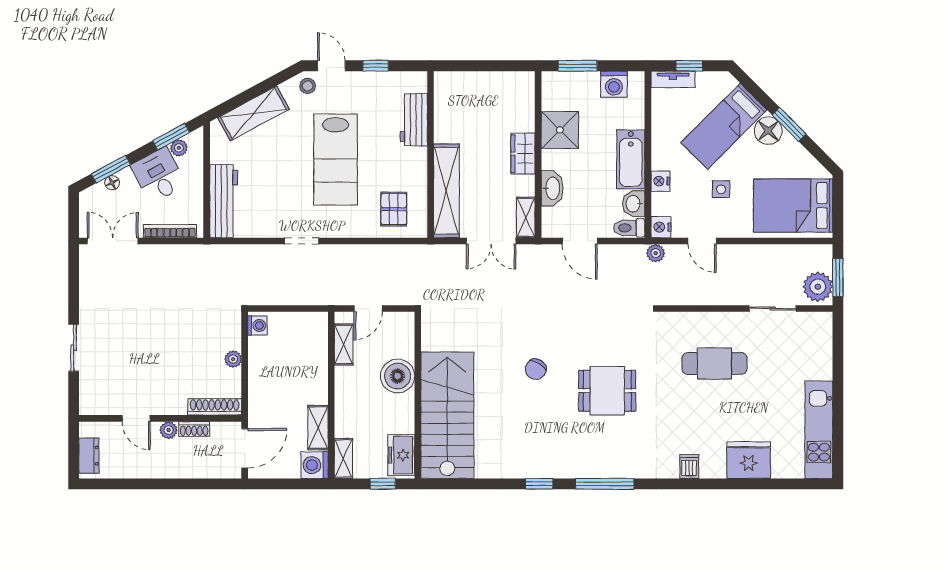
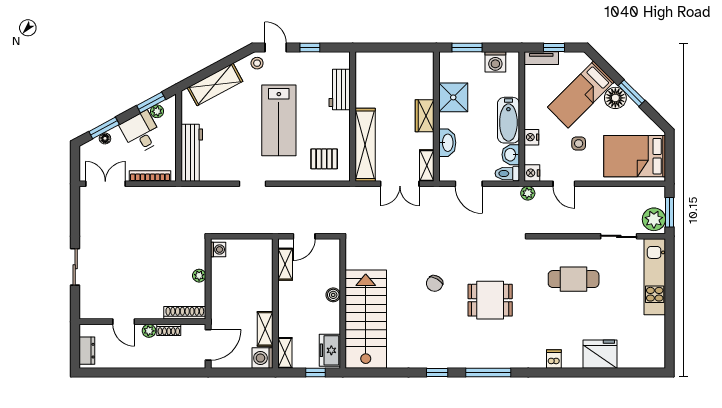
pallet: (394, 209) -> (324, 159), turned 90
boiler: (398, 376) -> (333, 295), width x0.54, depth x0.54
kitchen unit: (819, 430) -> (655, 277), moved

